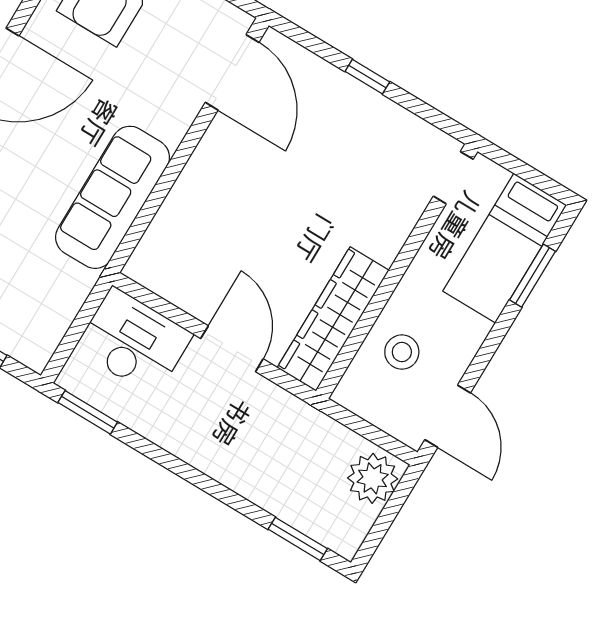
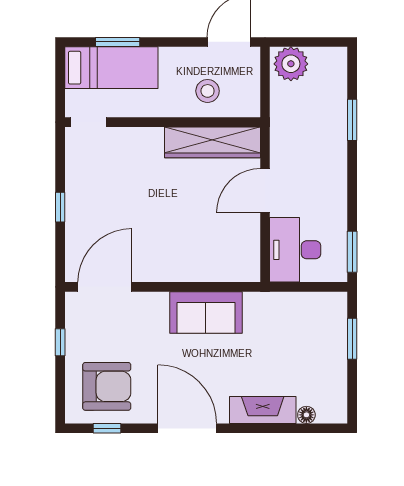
sofa: (113, 197) -> (206, 312), width x0.73
window: (298, 539) -> (352, 120), moved

